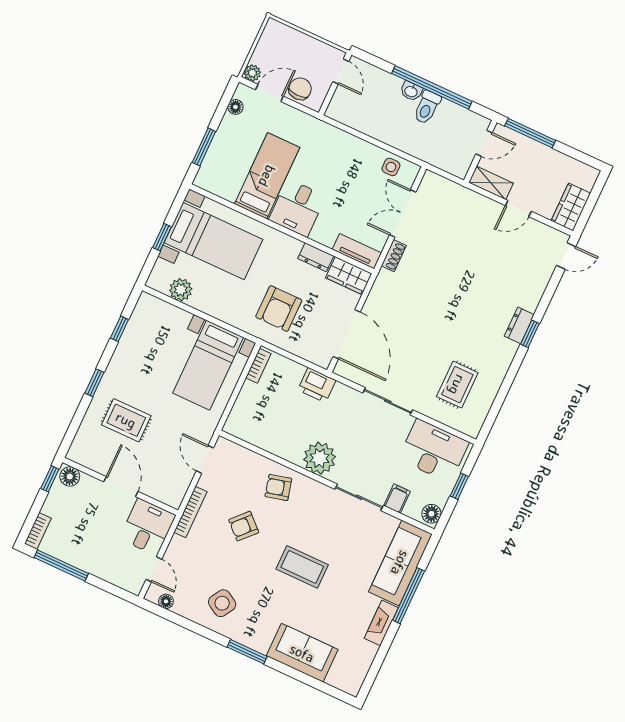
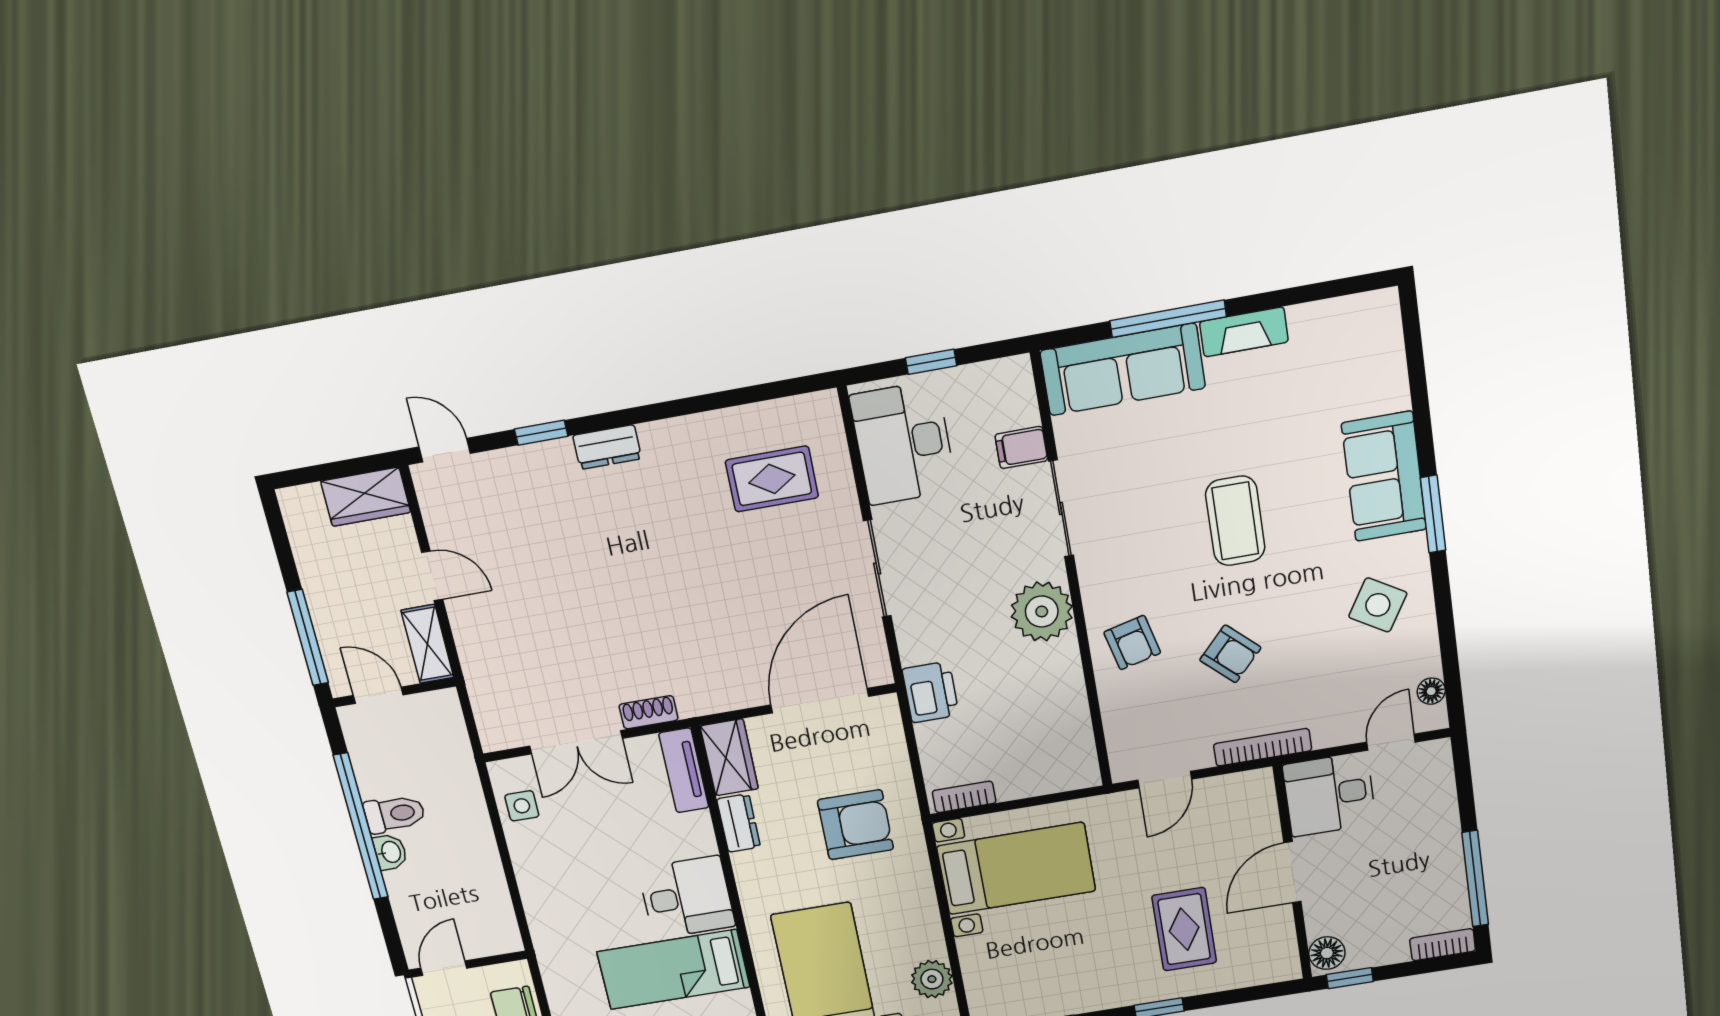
window: (530, 334) -> (541, 433), moved
floor lamp: (431, 514) -> (1007, 375), removed
sofa: (302, 653) -> (1384, 476), moved

